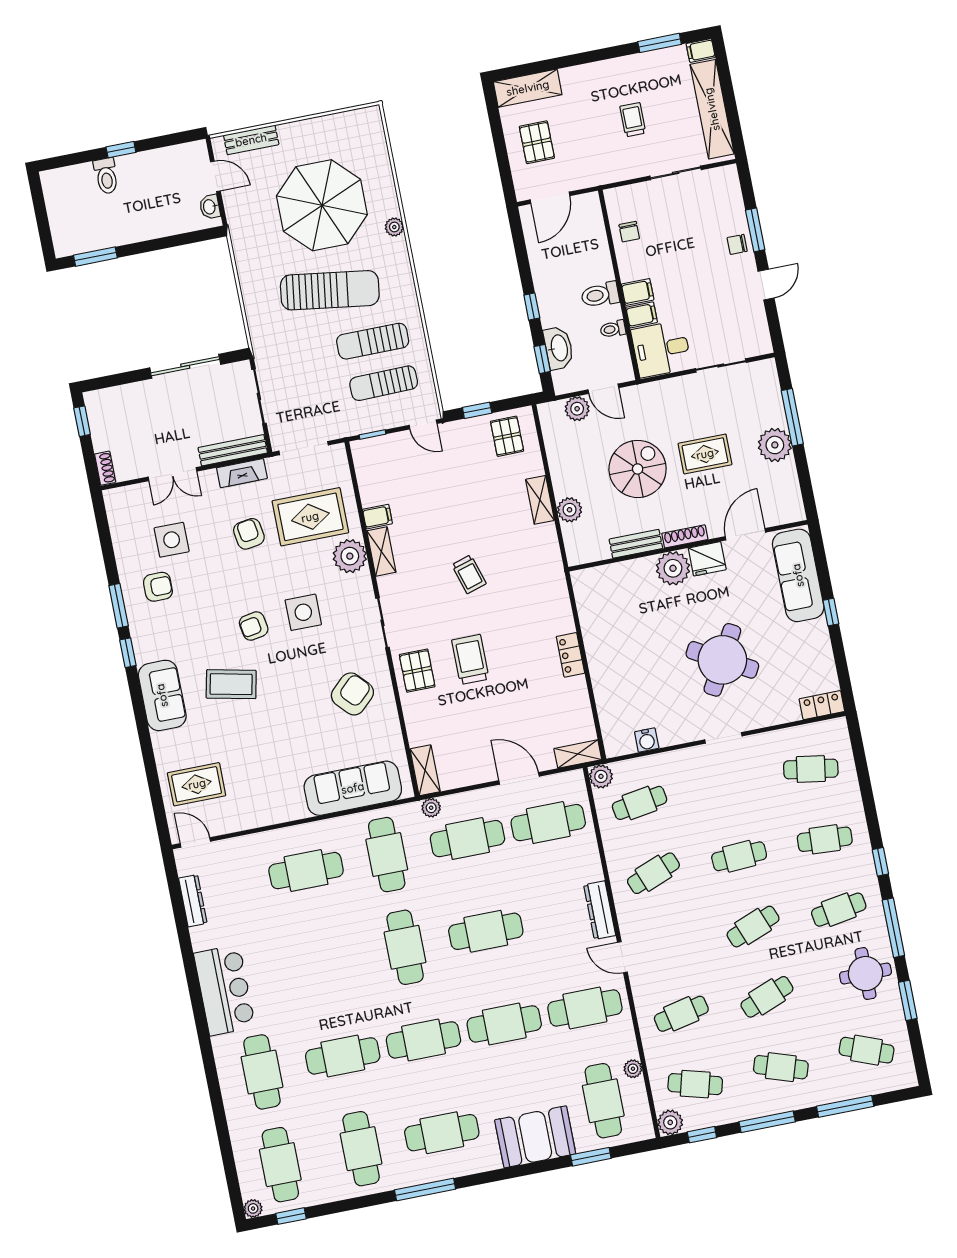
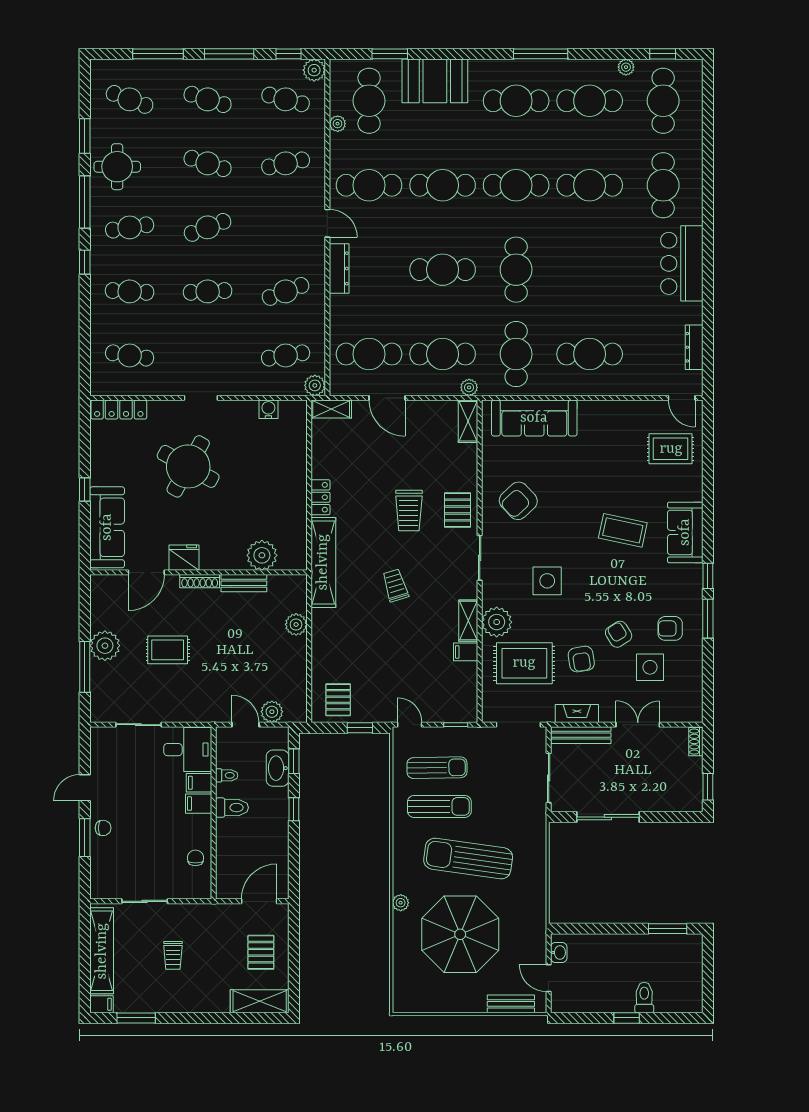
spiral stairs: (638, 469) -> (229, 648), removed
shelving: (540, 500) -> (323, 562), moved, width x2.20, depth x1.33
plant: (673, 568) -> (262, 555), moved
armchair: (254, 626) -> (619, 634), moved, turned -112
locker: (822, 705) -> (119, 410), width x1.53
cafe table: (767, 997) -> (208, 163), turned 39
cafe table: (361, 1149) -> (590, 101), turned 90
plant: (253, 1208) -> (626, 67), moved

